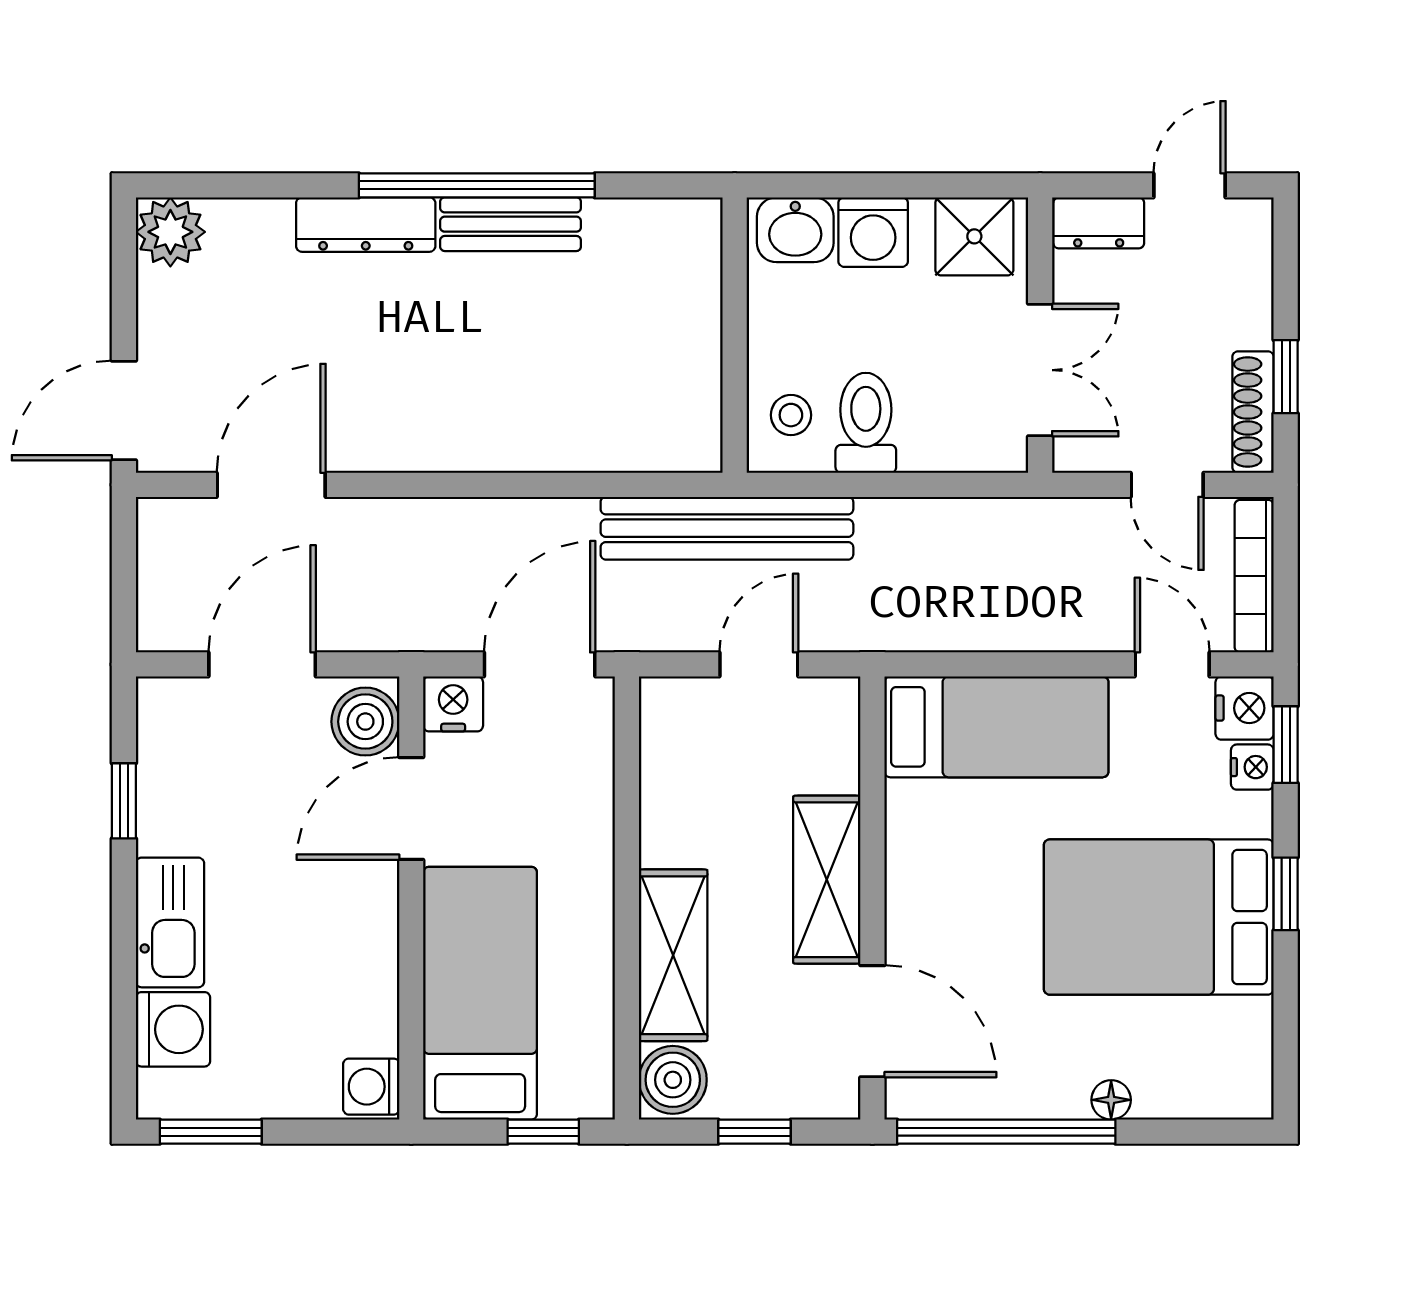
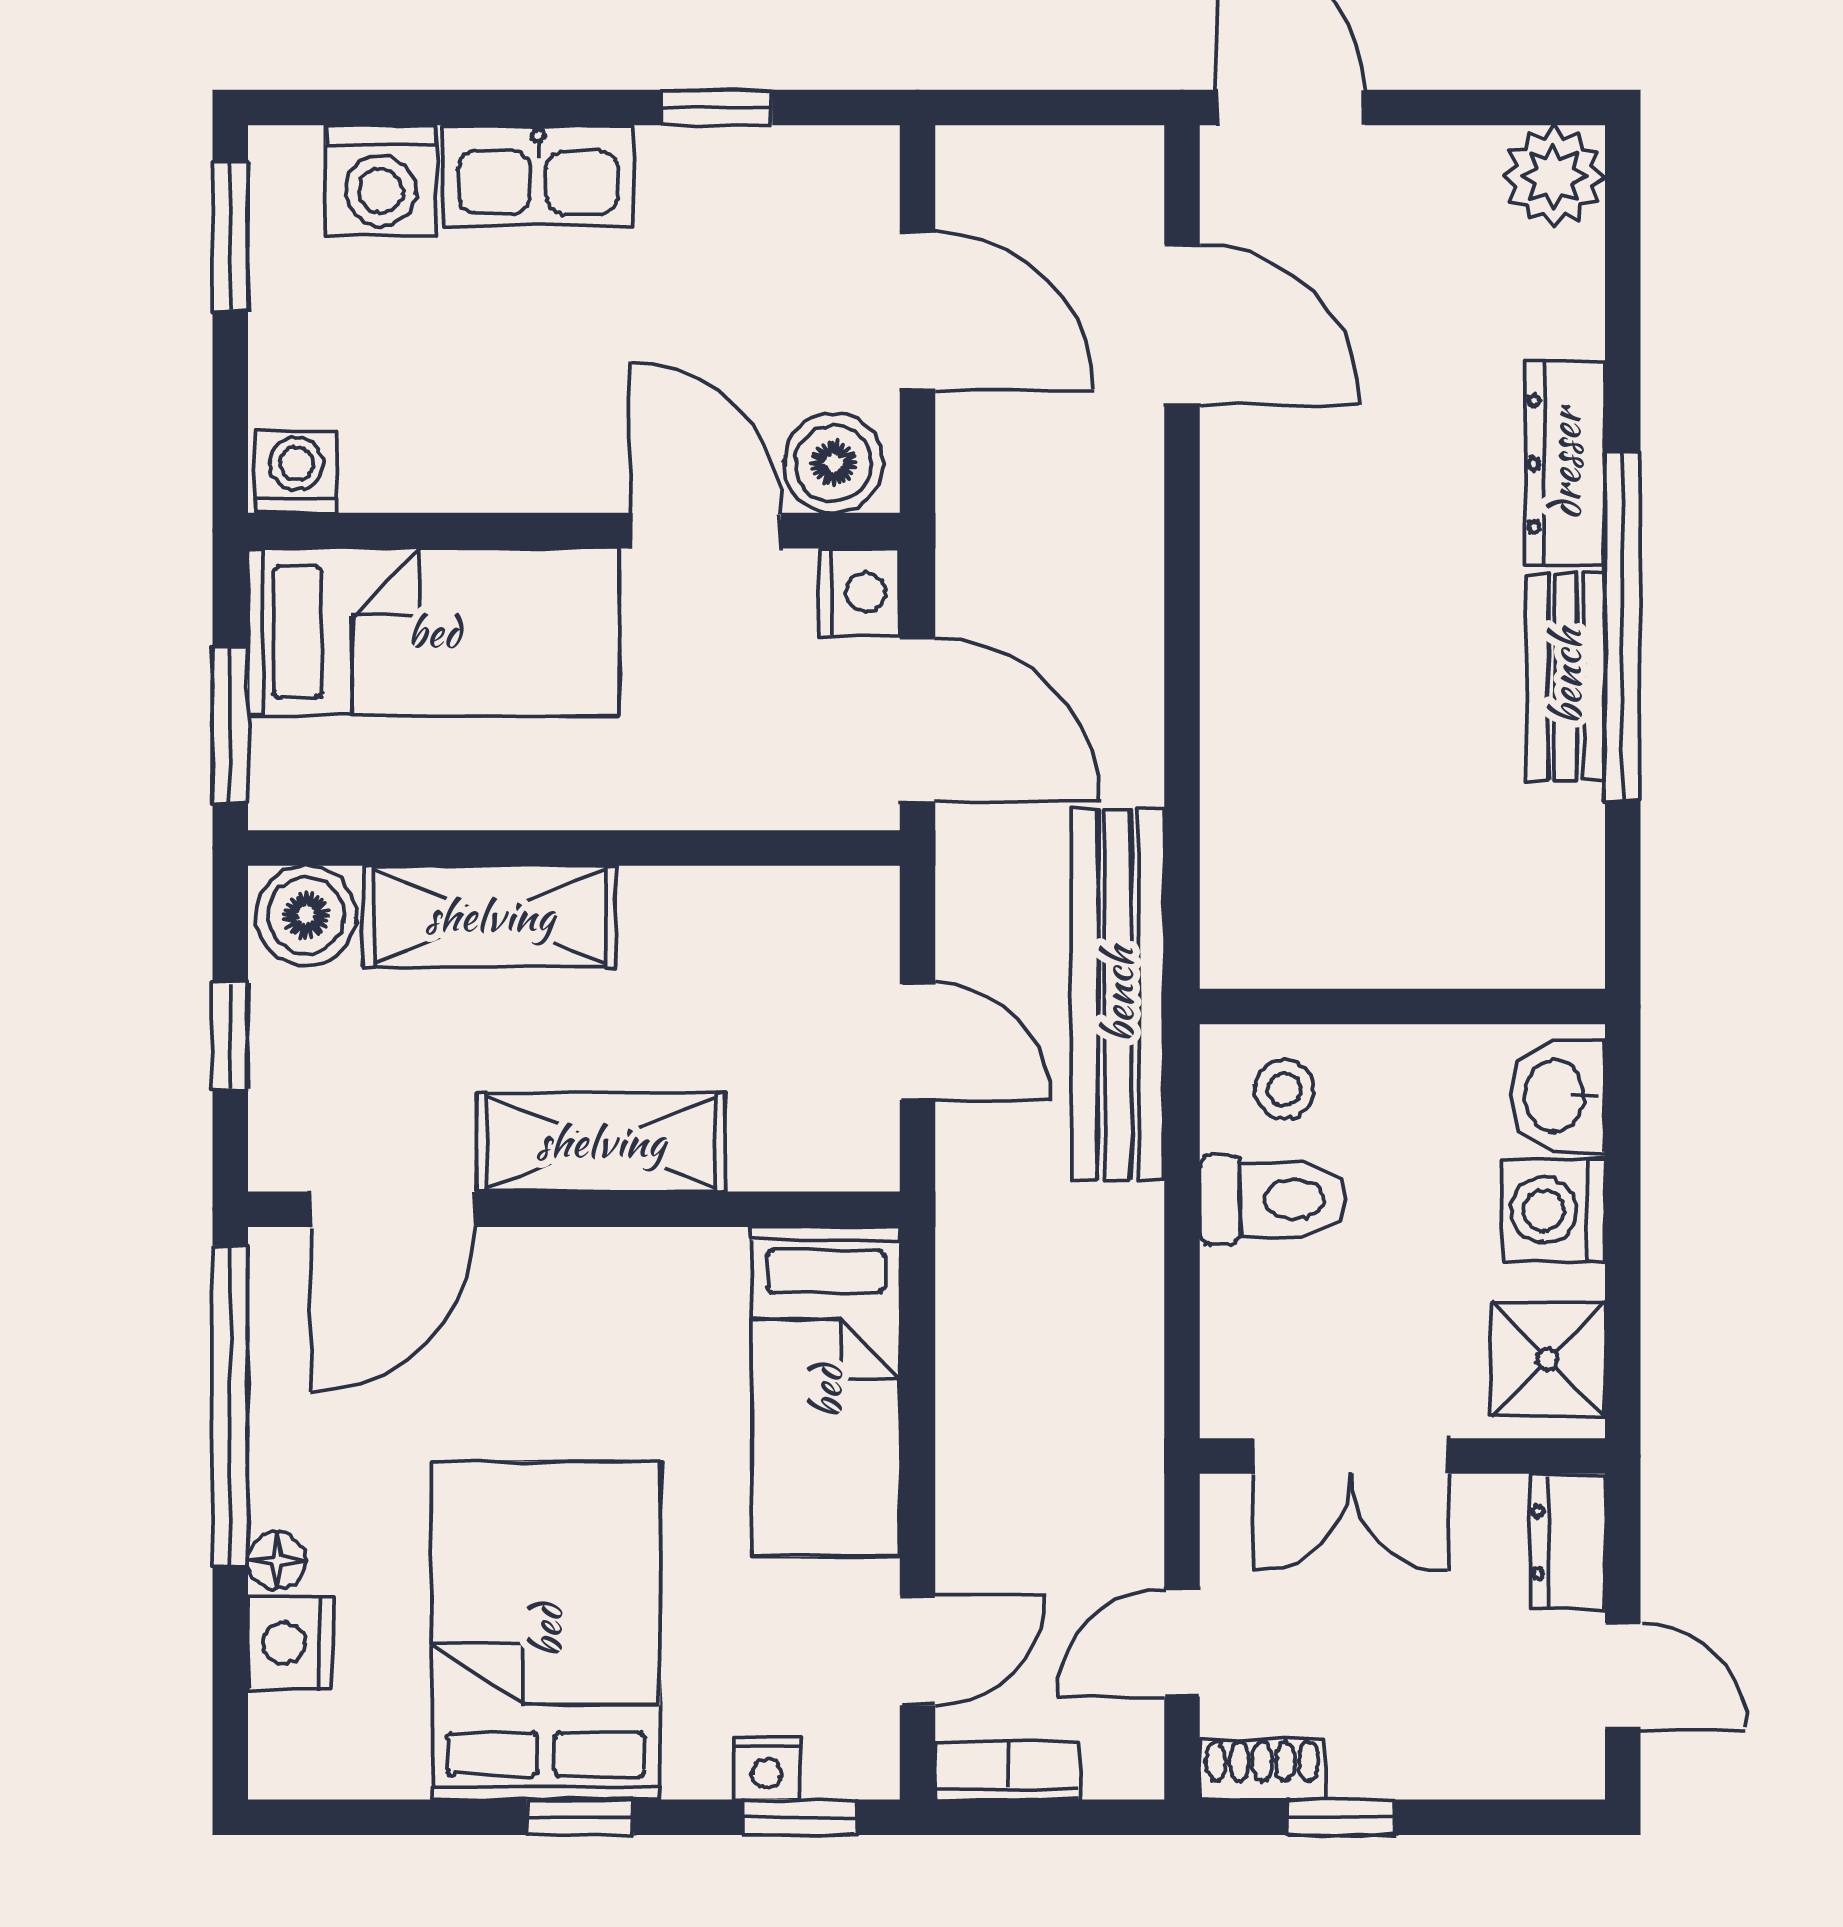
shoe rack: (1253, 412) -> (1262, 1769), width x0.70
bookcase: (1254, 576) -> (1007, 1771), width x0.64
nightstand: (1245, 708) -> (291, 1643), moved, turned 90
window: (543, 1132) -> (230, 725), width x1.50

